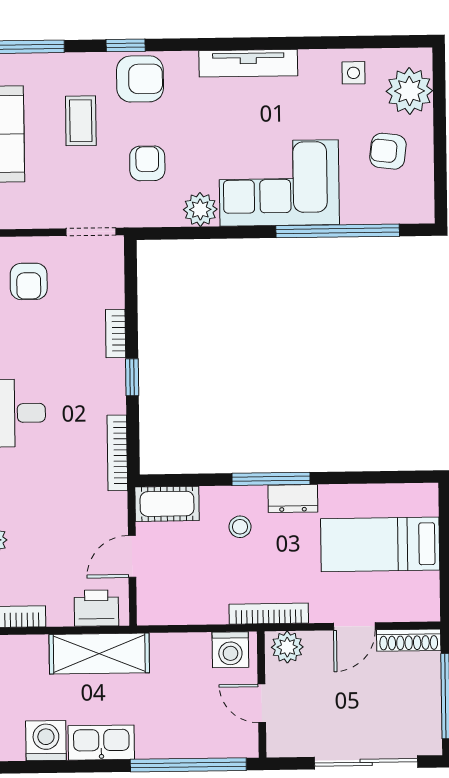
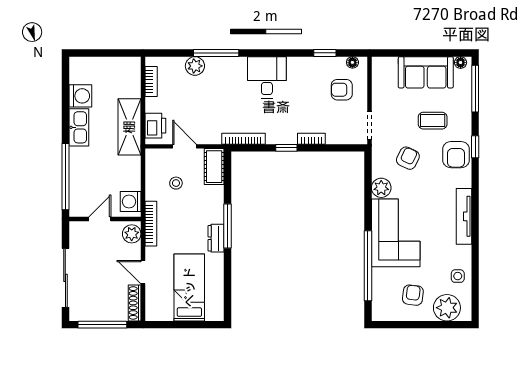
armchair: (147, 163) -> (408, 158), turned -64
stool: (240, 527) -> (176, 183), moved

